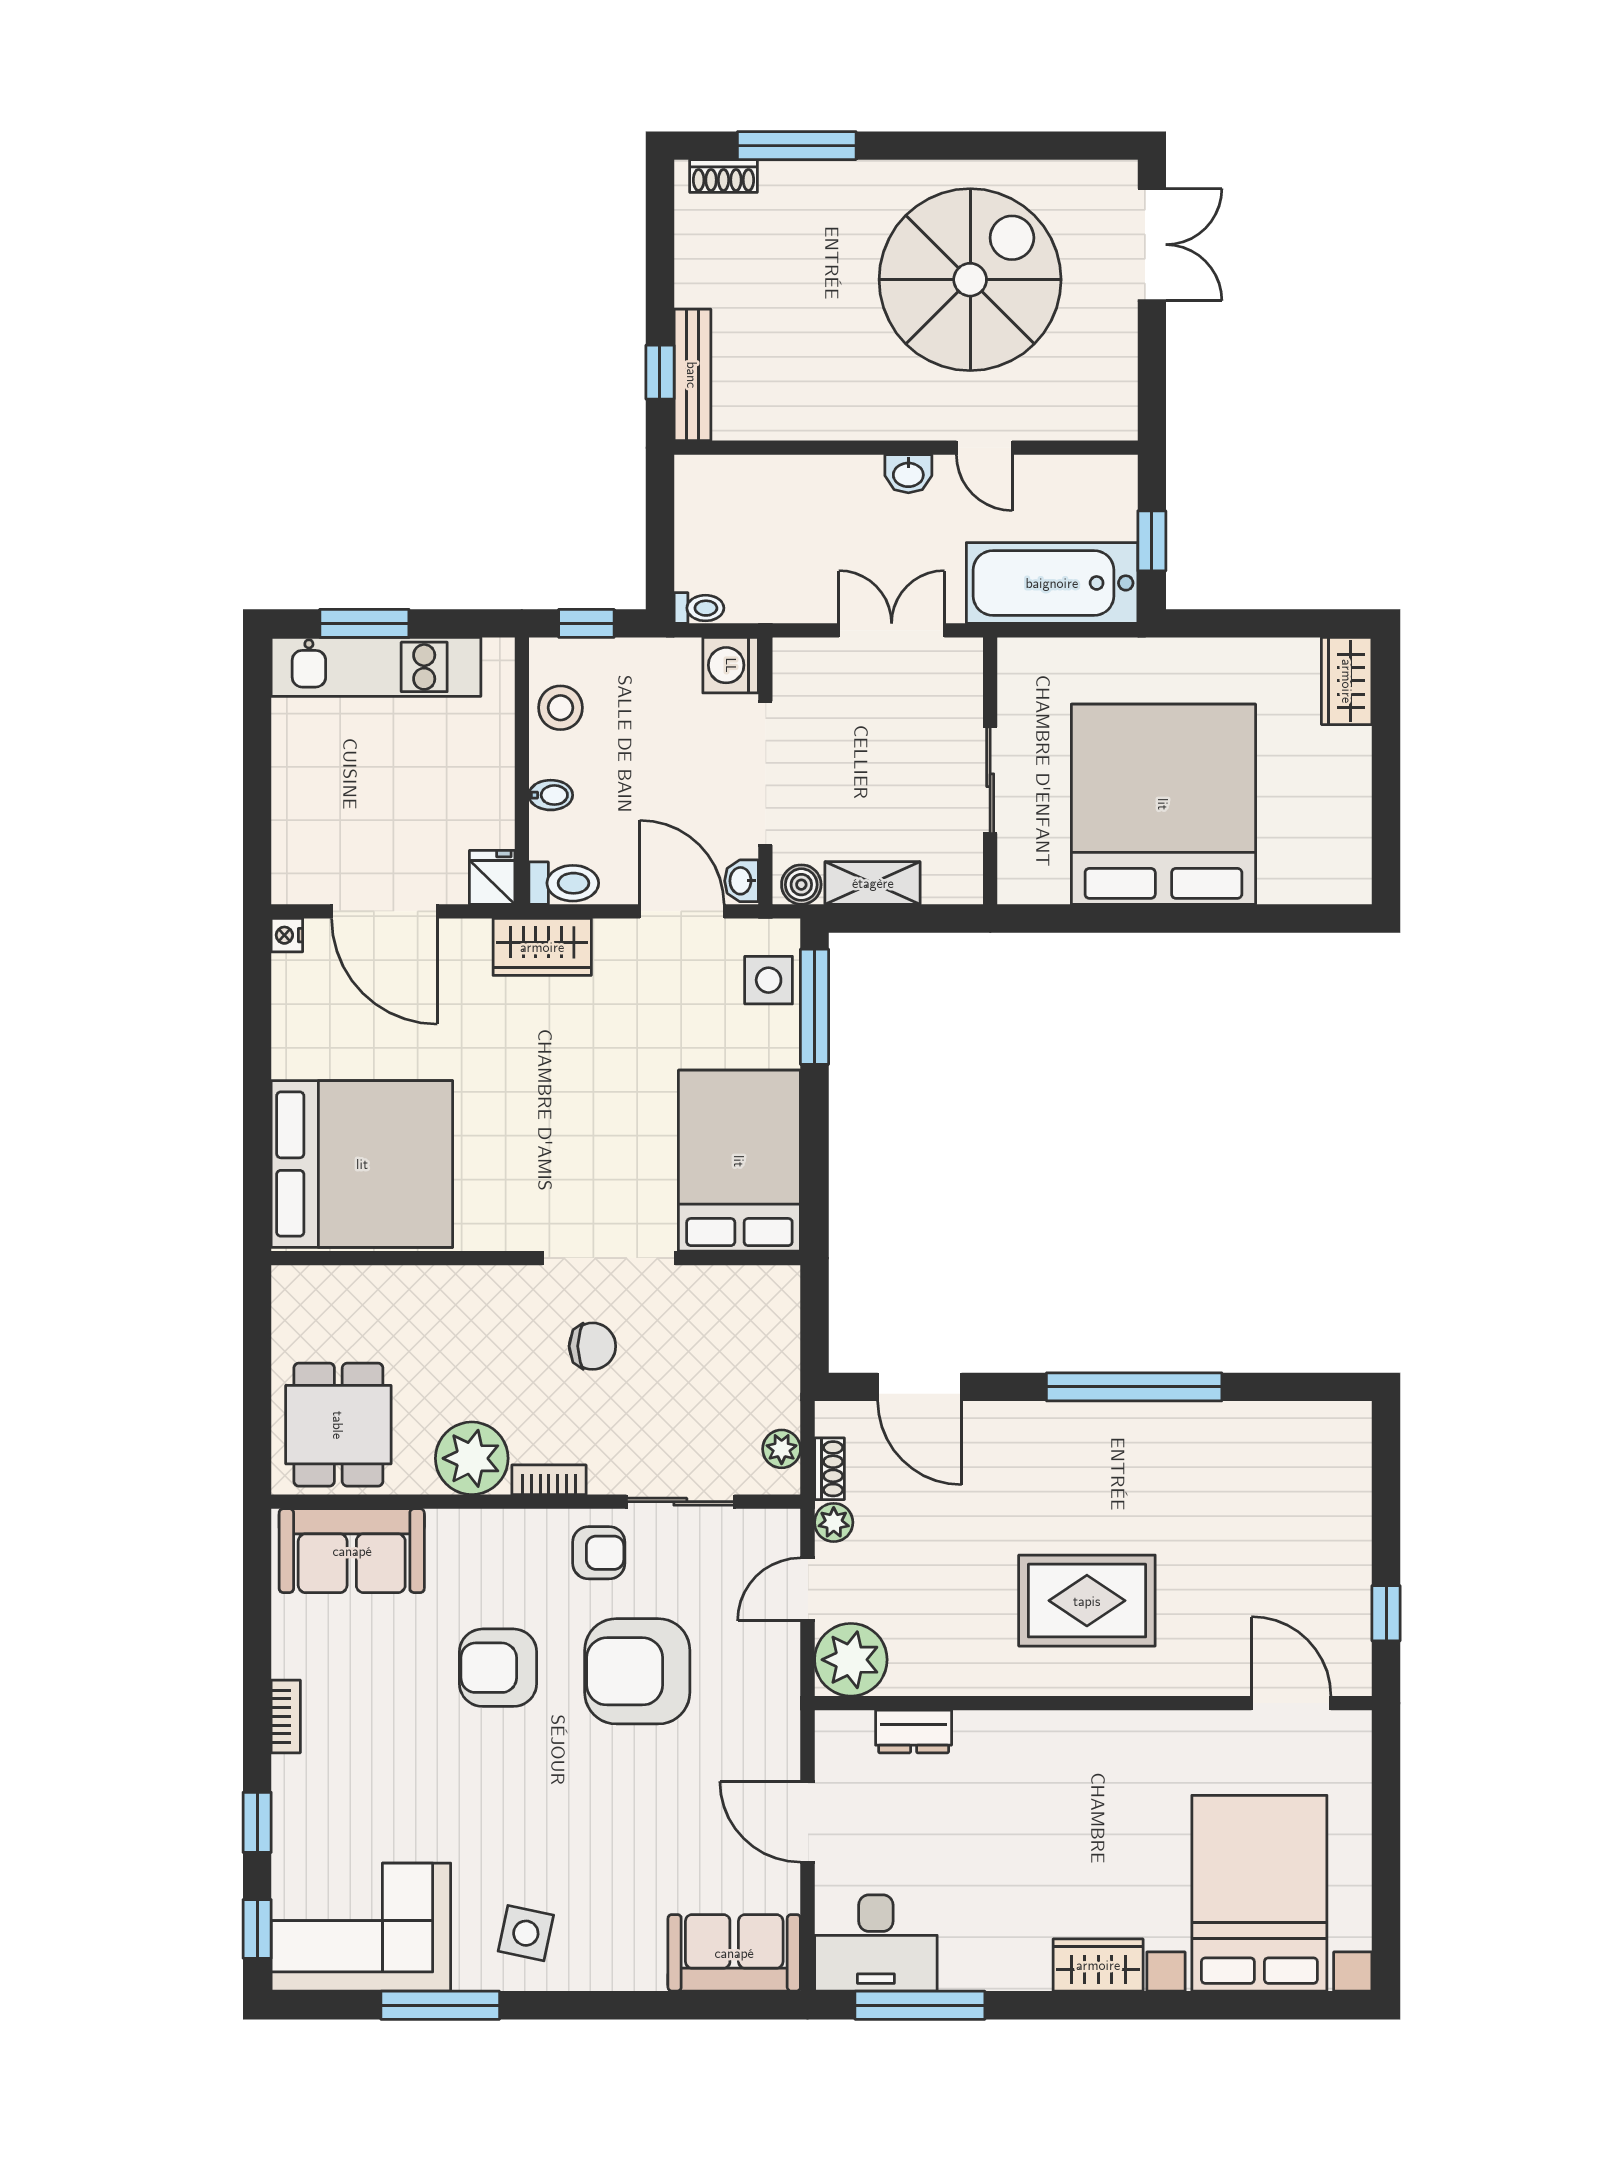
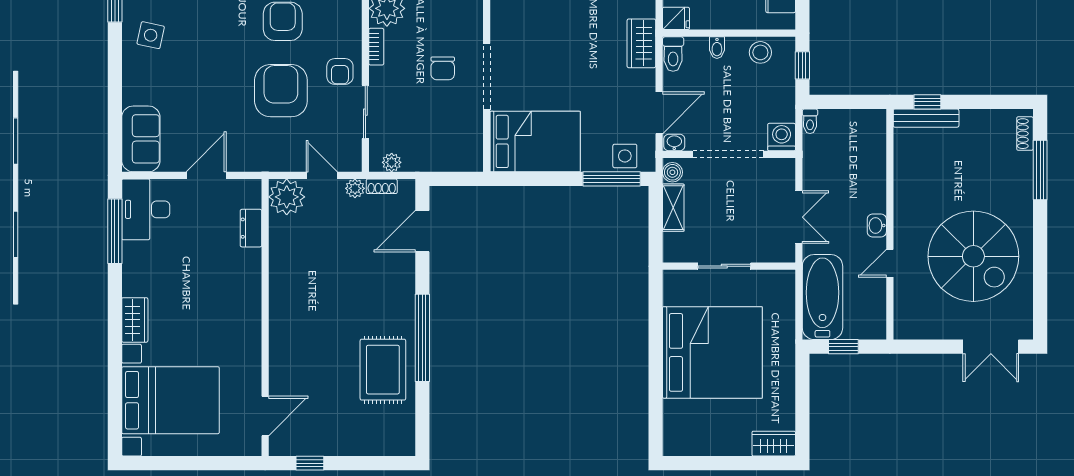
rug: (1087, 1601) -> (383, 370), moved

